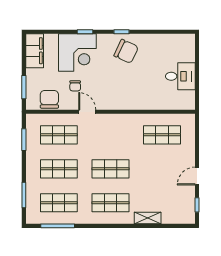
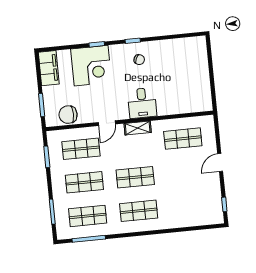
chair: (126, 51) -> (139, 60), width x0.54, depth x0.54
desk: (180, 76) -> (142, 103), moved, turned 90
chair: (75, 86) -> (92, 99), removed
chair: (49, 99) -> (68, 115), turned -90
door: (87, 112) -> (107, 123), swing flipped
door: (197, 176) -> (220, 162), moved
shelving: (148, 218) -> (138, 128), moved

